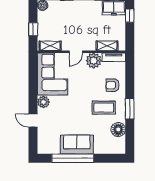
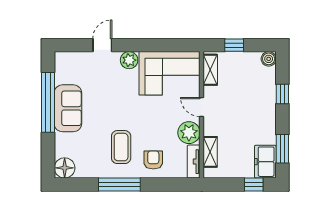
window: (130, 109) -> (119, 184), width x1.44
floor lamp: (118, 129) -> (65, 168), moved

